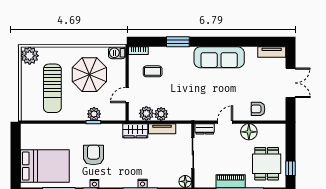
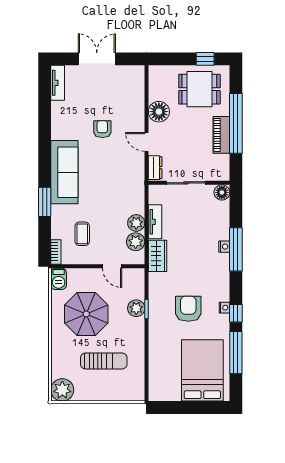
sofa: (219, 57) -> (64, 172), moved
sun lounger: (52, 88) -> (104, 361), width x0.73, depth x0.75
armchair: (258, 109) -> (102, 129), moved, turned 180
armchair: (93, 155) -> (188, 309), turned 90

